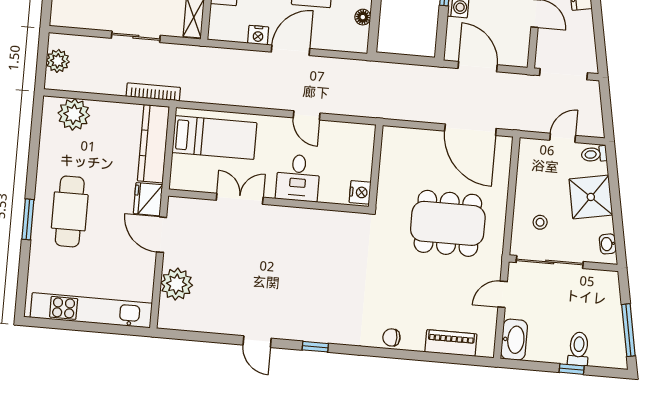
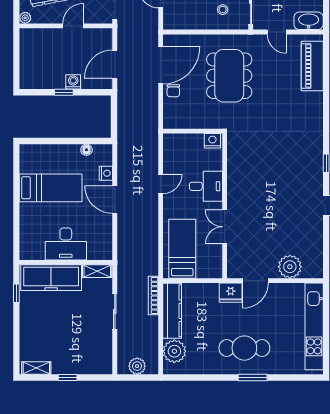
nightstand: (258, 35) -> (106, 173), moved
kitchen counter: (153, 144) -> (172, 311), moved, turned -90
chair: (391, 337) -> (173, 91), moved
piano: (451, 343) -> (312, 66), width x1.37, depth x1.33

